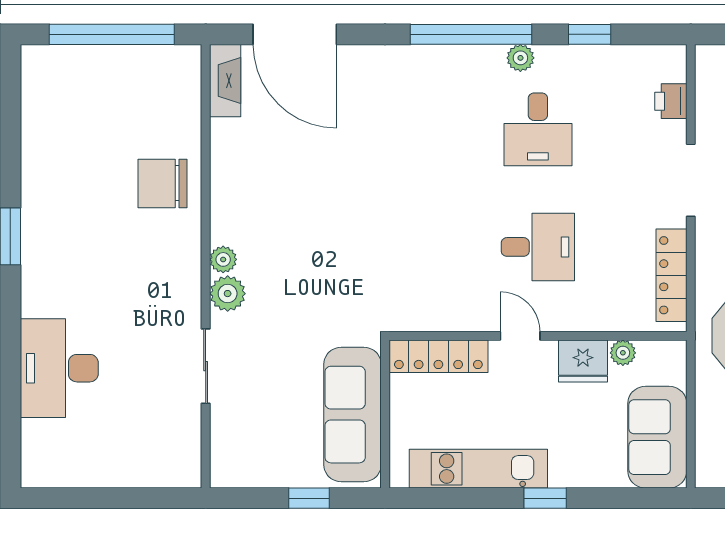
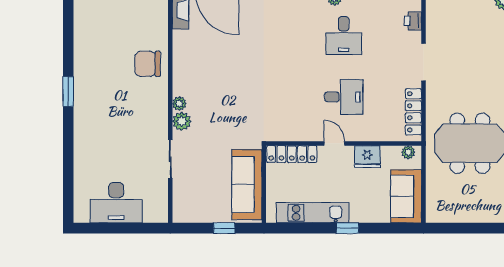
plant: (623, 353) -> (408, 152), moved
desk: (59, 368) -> (116, 203), moved, turned -90

